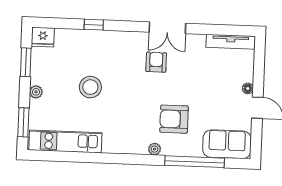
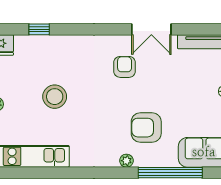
window: (94, 25) -> (39, 29), moved
double door: (167, 28) -> (151, 29), moved

